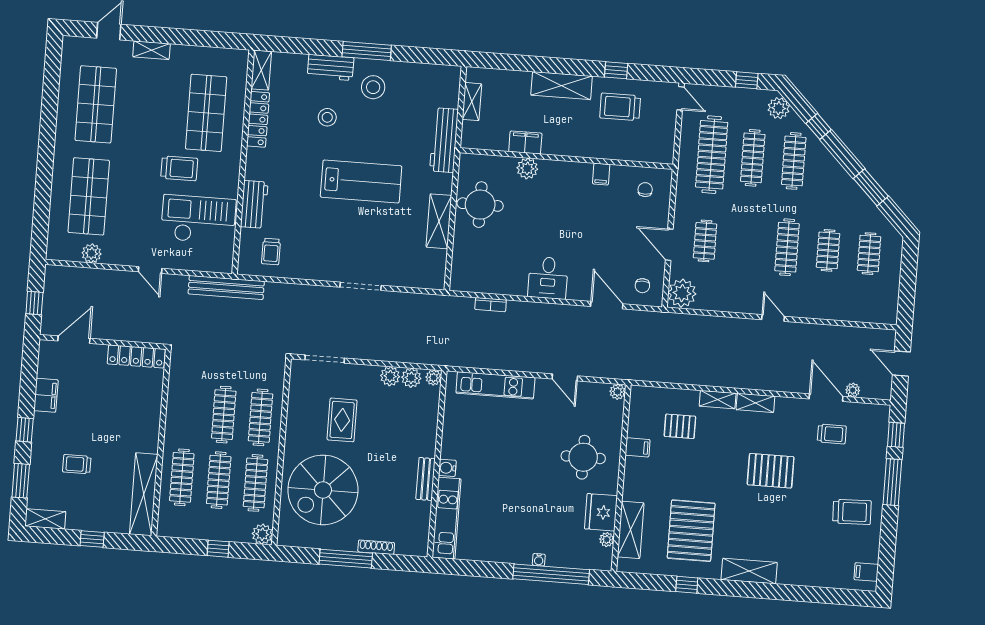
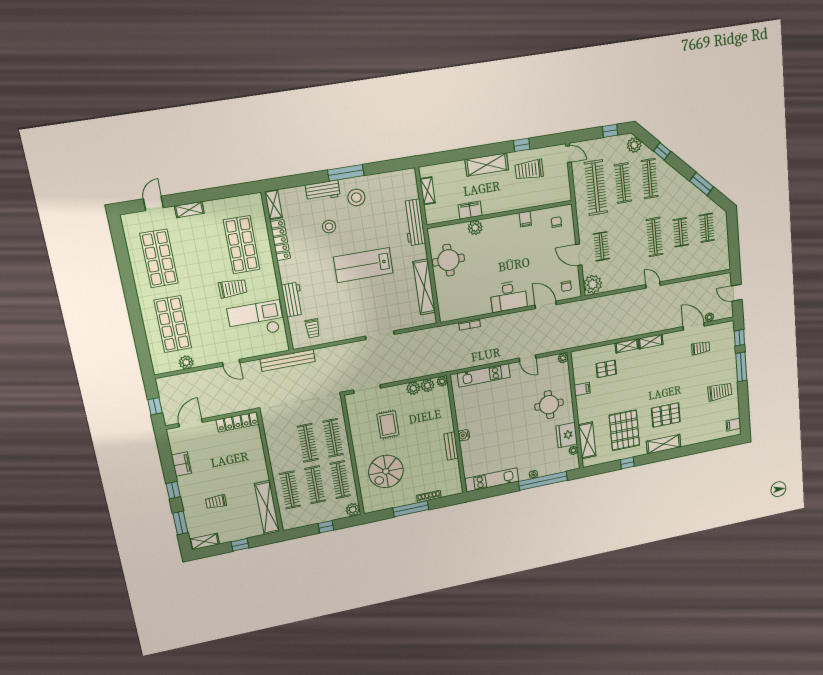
lab bench: (361, 181) -> (363, 265), turned 180
shelving: (439, 221) -> (424, 287), width x1.47
desk: (548, 278) -> (508, 296), width x1.37
pallet: (771, 471) -> (666, 415), moved
spiral stairs: (323, 490) -> (386, 471), width x0.73, depth x0.73
kitchen unit: (447, 518) -> (492, 480), moved, turned -90

